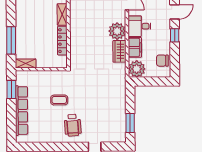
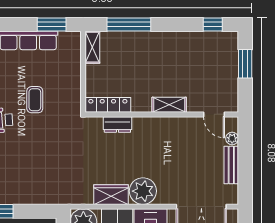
locker: (62, 41) -> (108, 105), moved
dresser: (75, 47) -> (117, 124), added

